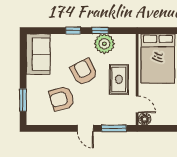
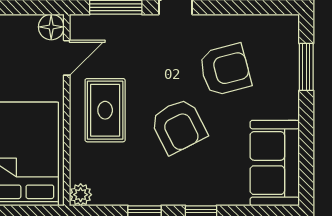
plant: (104, 44) -> (81, 195), moved, width x0.53, depth x0.53
door: (137, 104) -> (67, 58), swing flipped

